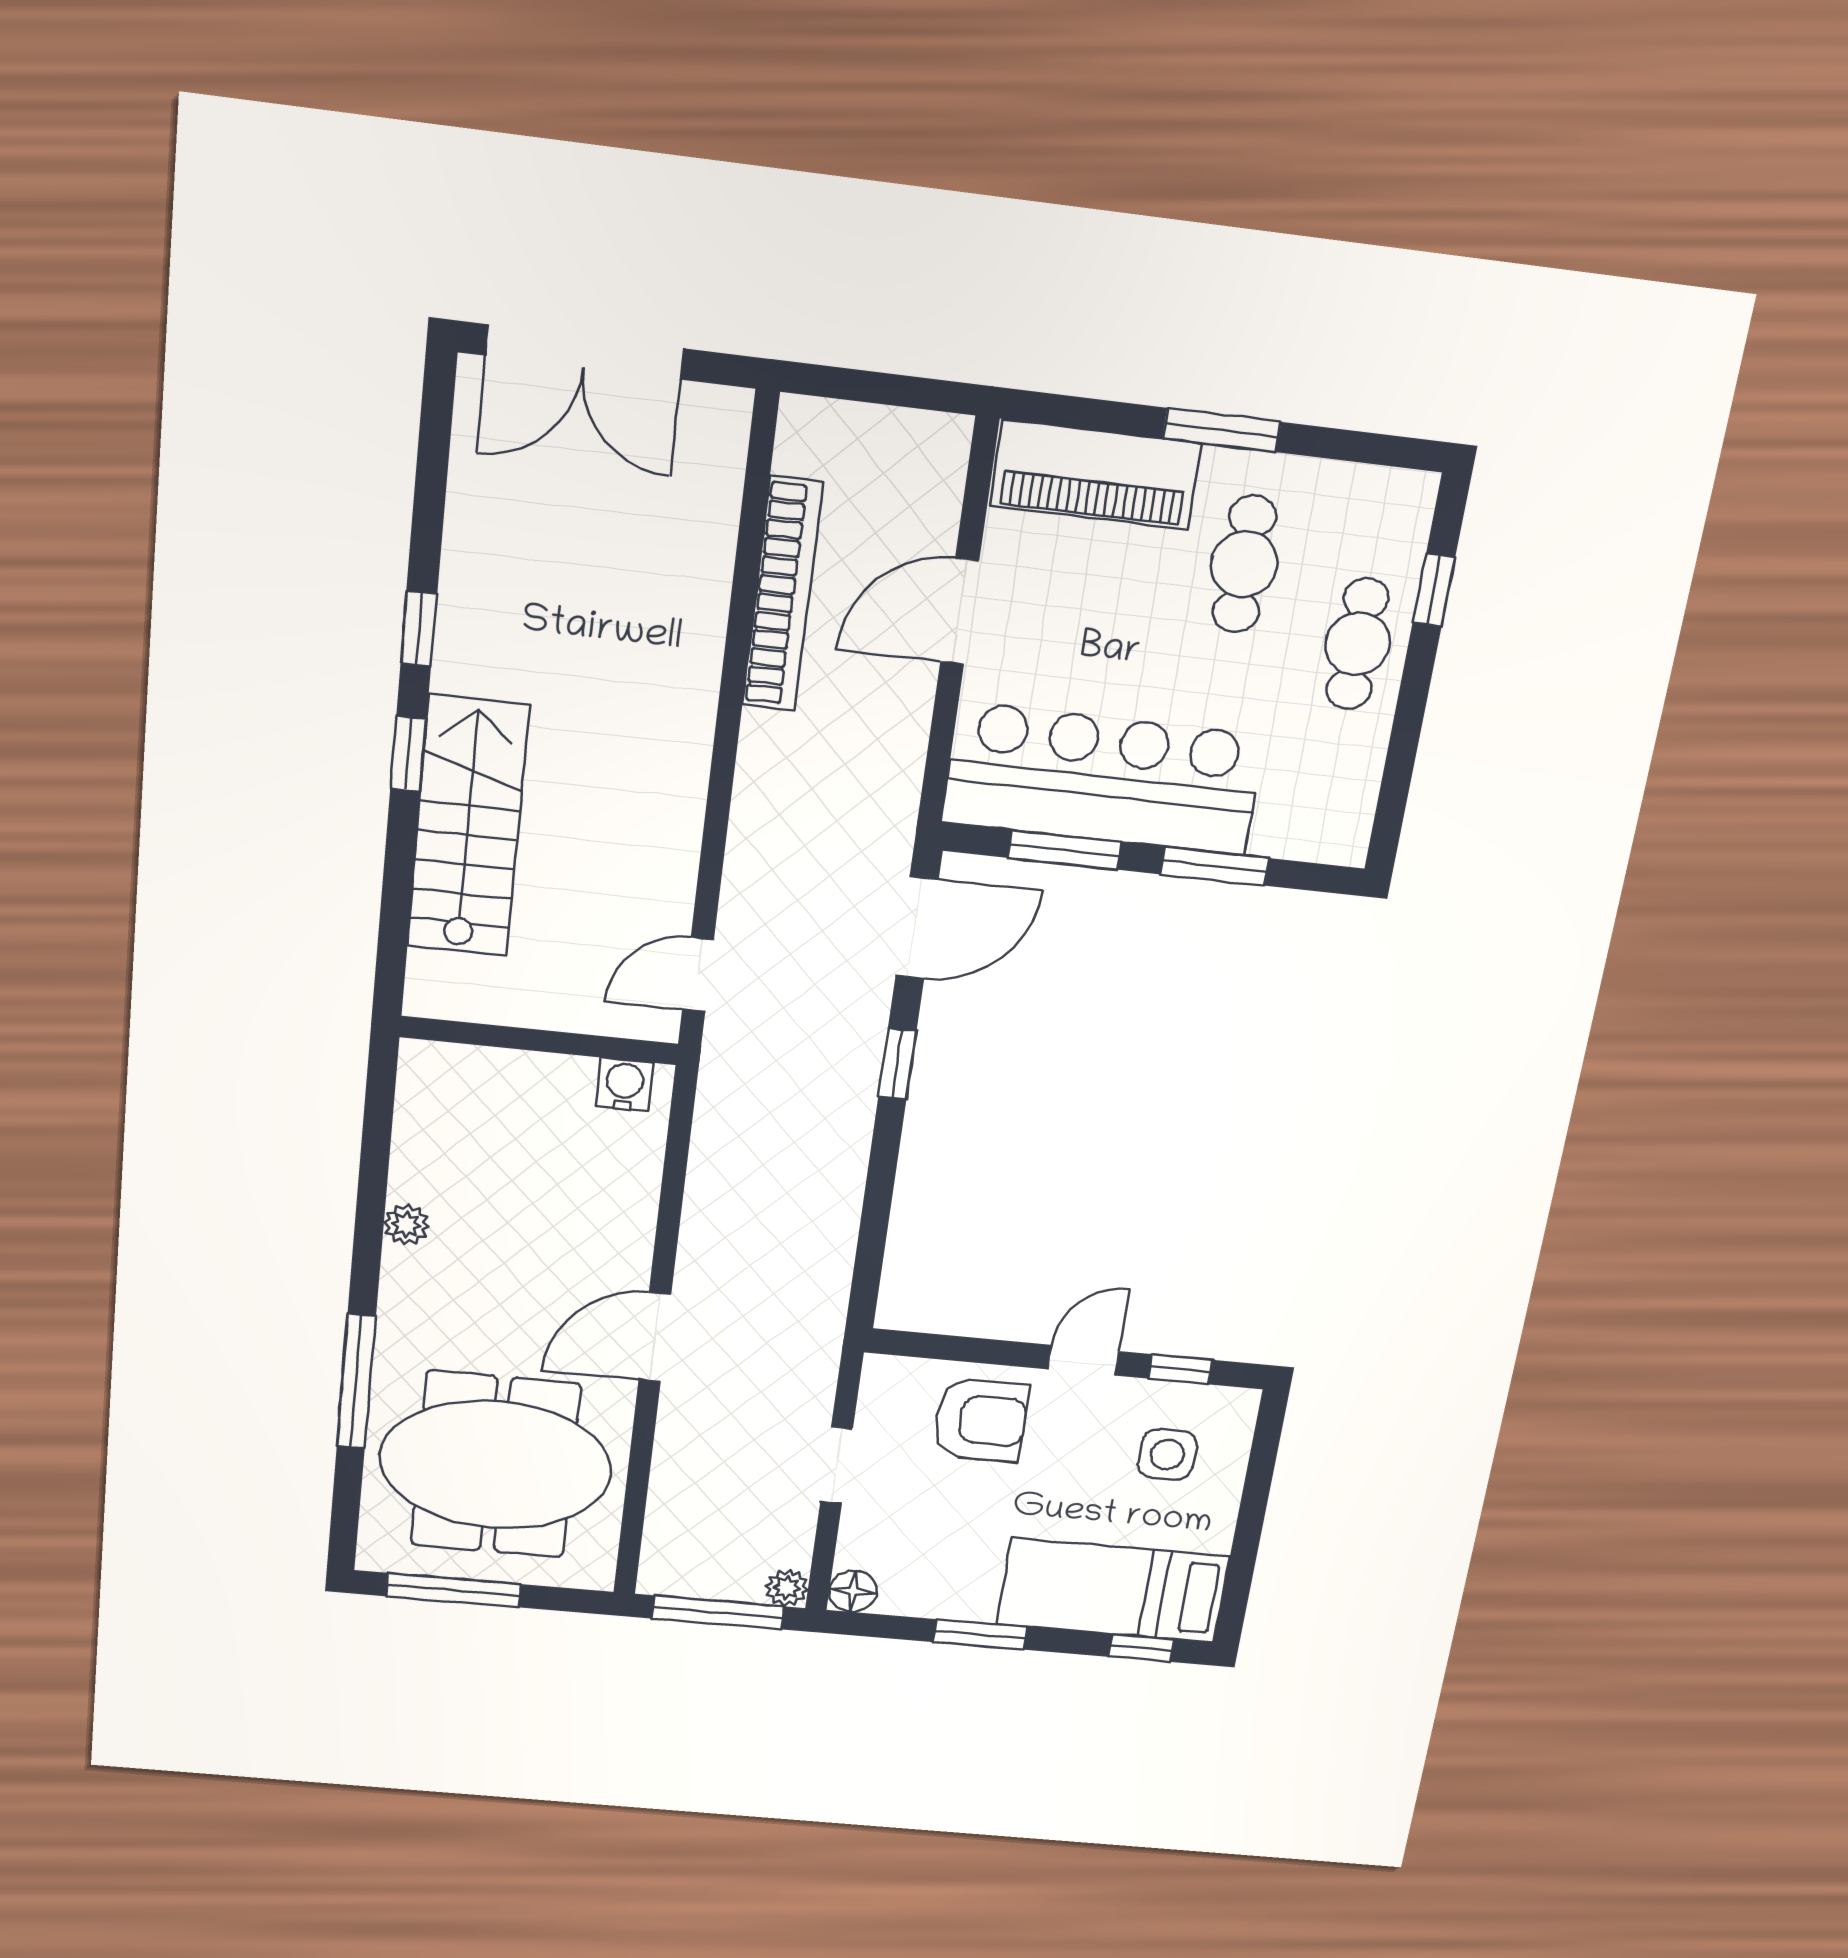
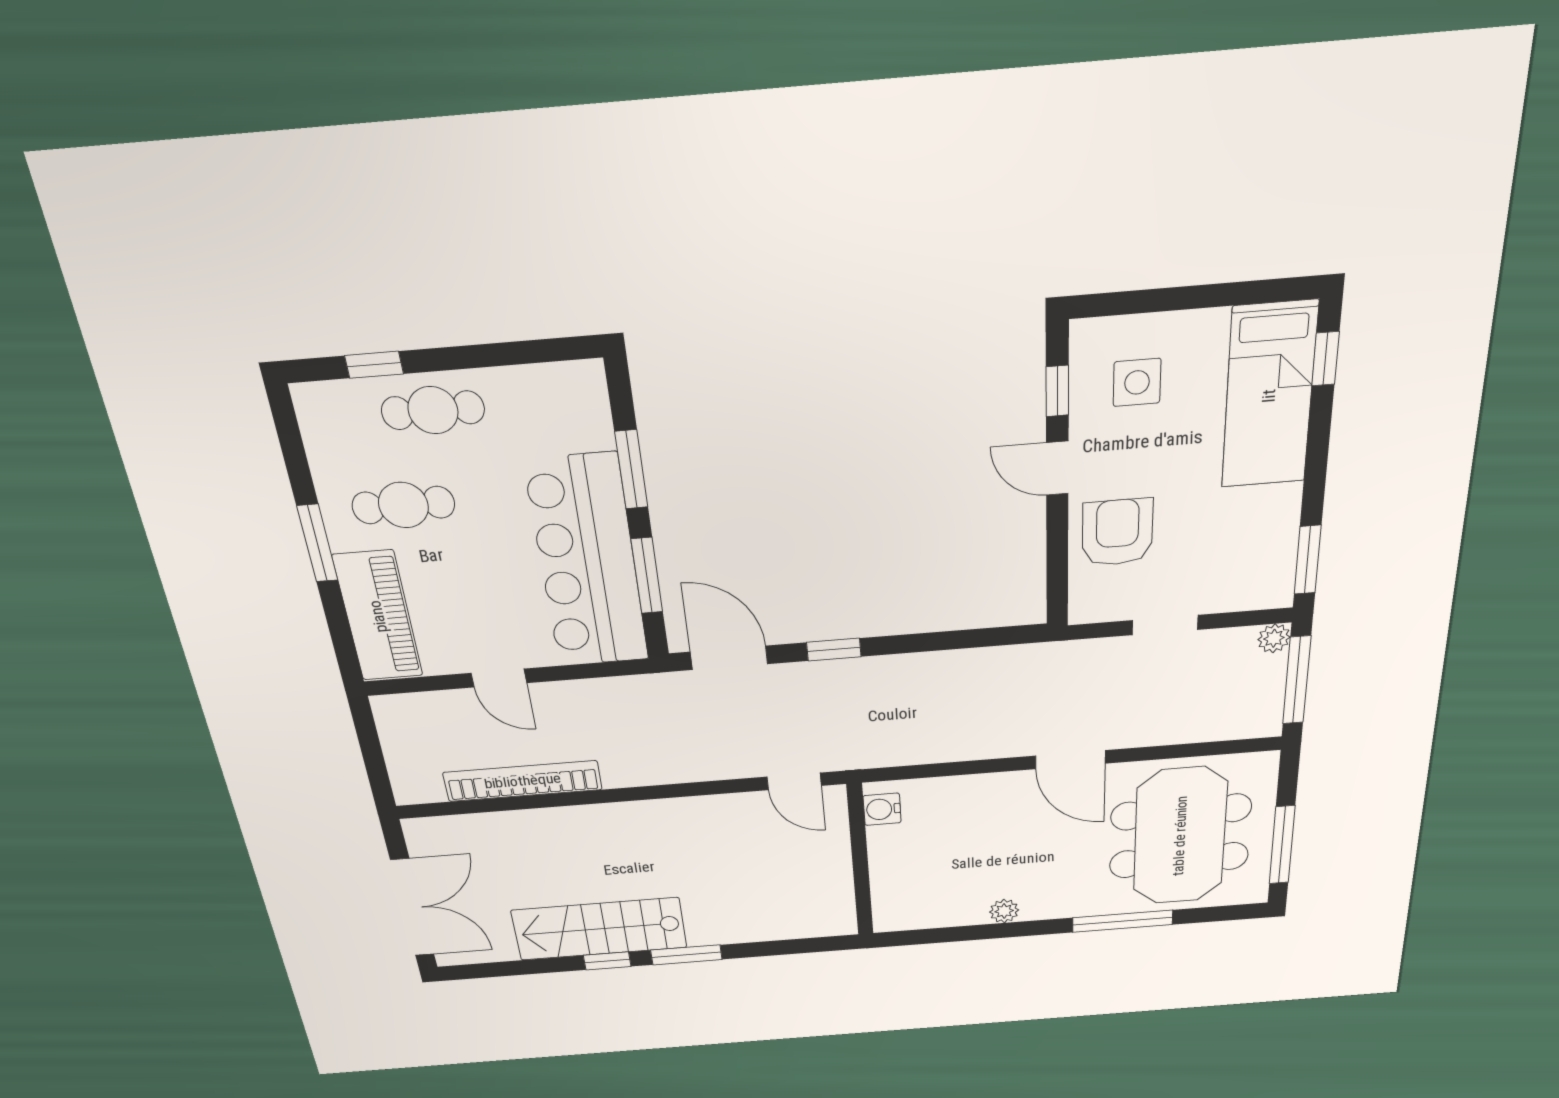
door: (960, 611) -> (499, 678), width x0.73
window: (408, 754) -> (686, 955), width x1.50
stairs: (468, 827) -> (599, 929), moved
floor lamp: (853, 1591) -> (1276, 592), removed
window: (980, 1634) -> (1308, 560), moved

